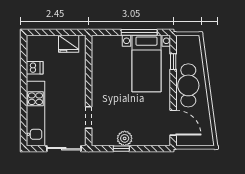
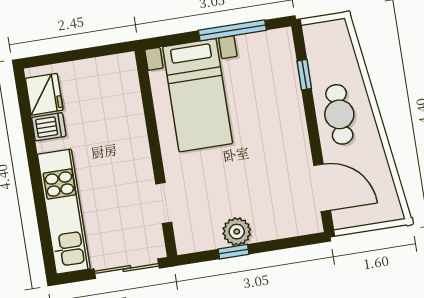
fridge: (69, 44) -> (44, 94), moved, turned -90
bed with nightstands: (146, 63) -> (198, 95), moved
cafe table: (188, 85) -> (339, 114), width x0.73, depth x0.74

